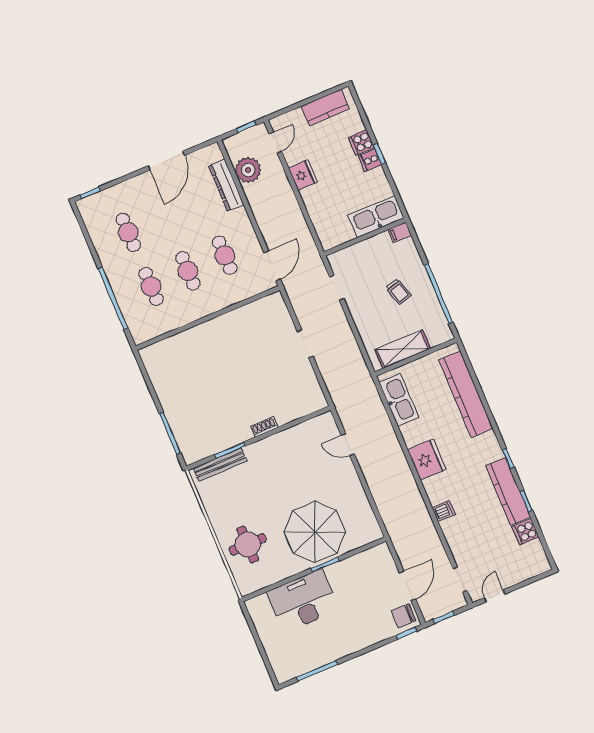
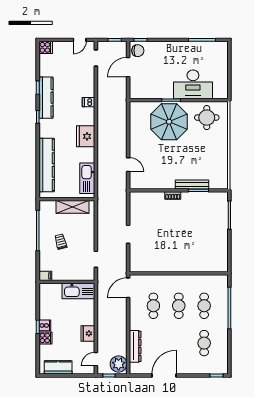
plant: (248, 170) -> (119, 364), moved
kitchen sink: (376, 217) -> (78, 291), moved
bench: (220, 465) -> (192, 185), moved
cooker: (525, 532) -> (46, 47), moved
round table: (248, 544) -> (207, 118), moved

